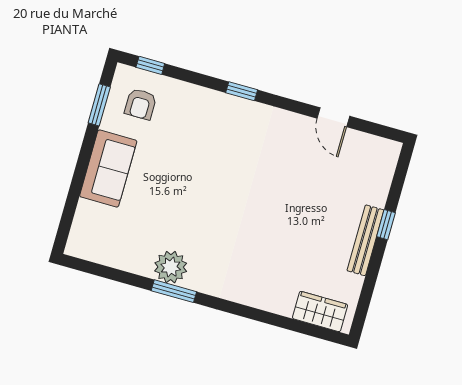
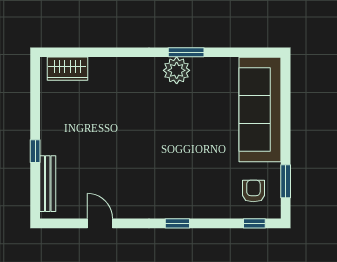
sofa: (108, 168) -> (260, 109), width x1.85, depth x1.27
bench: (365, 240) -> (48, 184), moved
plant: (171, 267) -> (177, 70), moved

